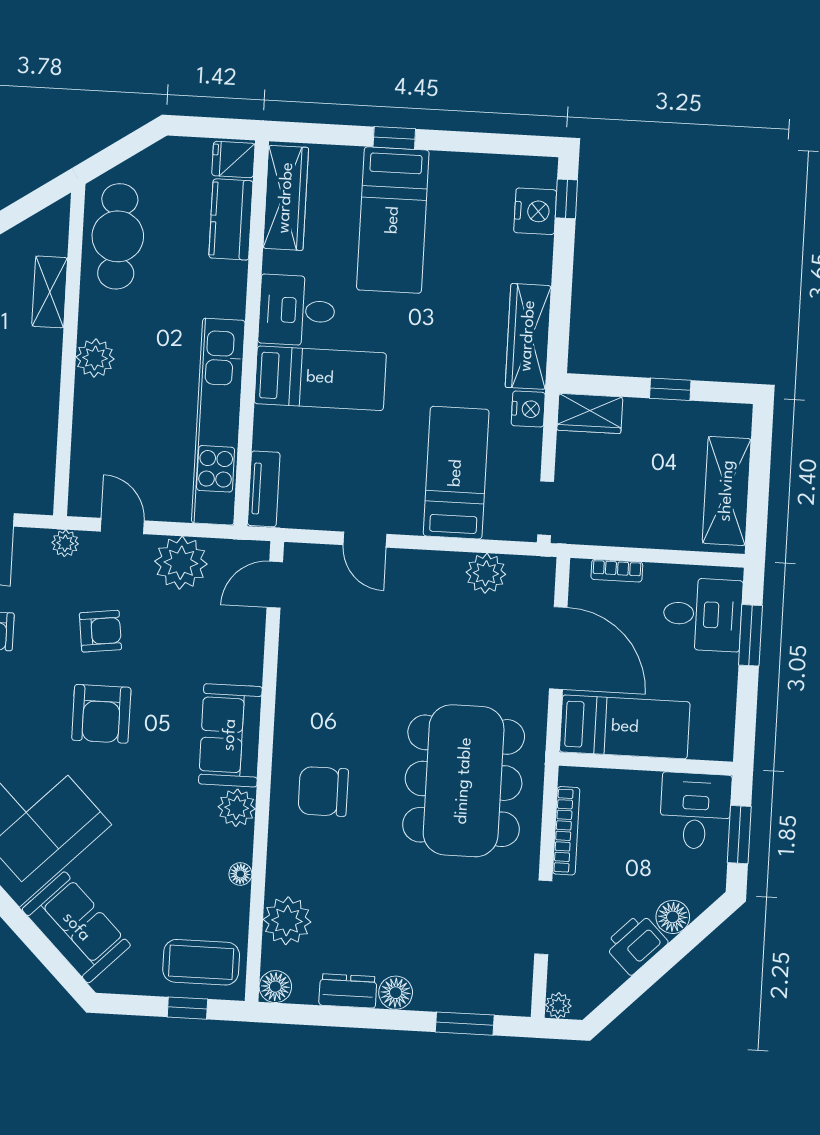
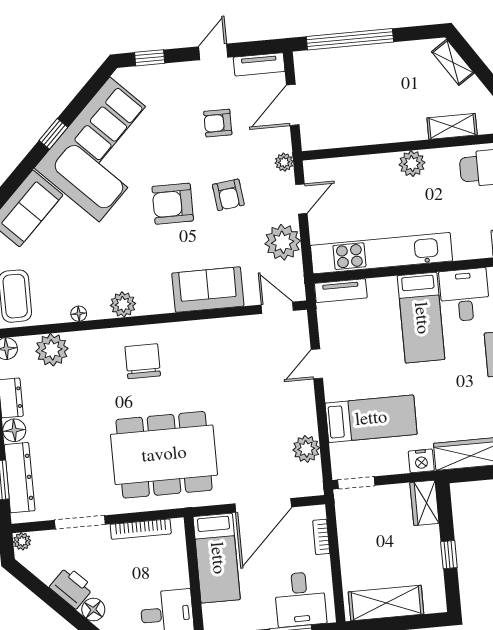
sofa: (230, 735) -> (208, 290), moved
dresser: (465, 995) -> (20, 478), added

